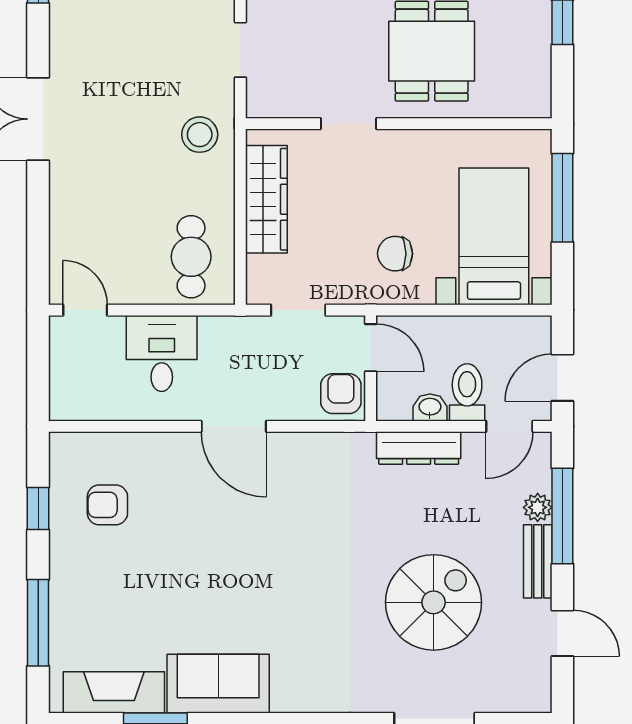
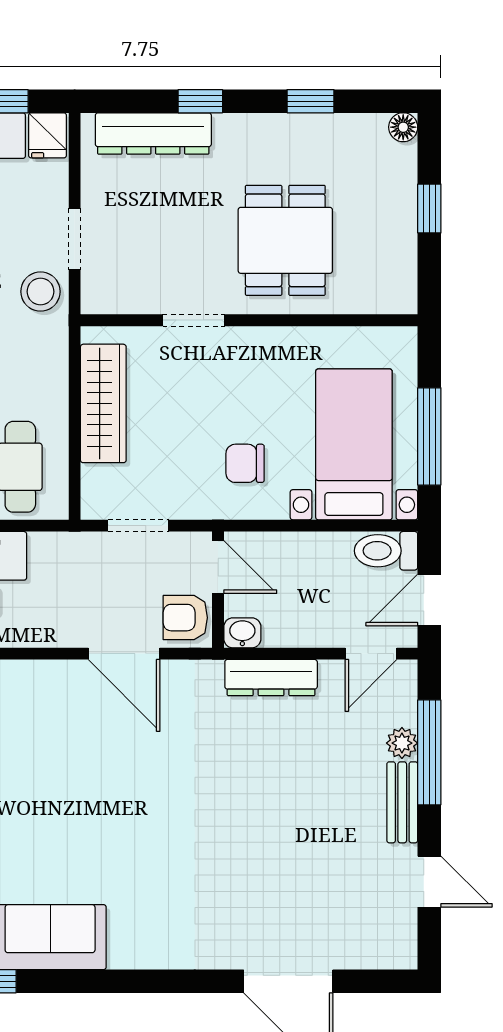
stool: (200, 135) -> (40, 292), moved
window: (562, 198) -> (429, 436), moved
toilet: (467, 392) -> (386, 551), moved, turned -90
armchair: (341, 394) -> (185, 618), turned -90
washbasin: (430, 407) -> (242, 633), moved
door: (234, 426) -> (124, 654), moved
spiral stairs: (434, 602) -> (287, 848), removed

